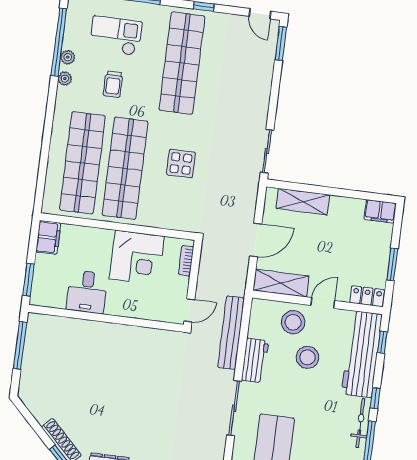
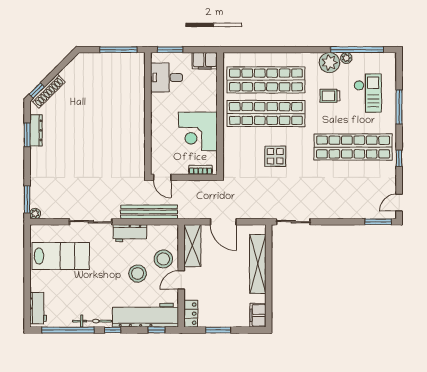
plant: (65, 79) -> (329, 63), width x1.87, depth x1.87
shelving: (303, 202) -> (258, 264), width x1.47
desk: (87, 292) -> (166, 78), moved
door: (323, 303) -> (181, 280), swing flipped

